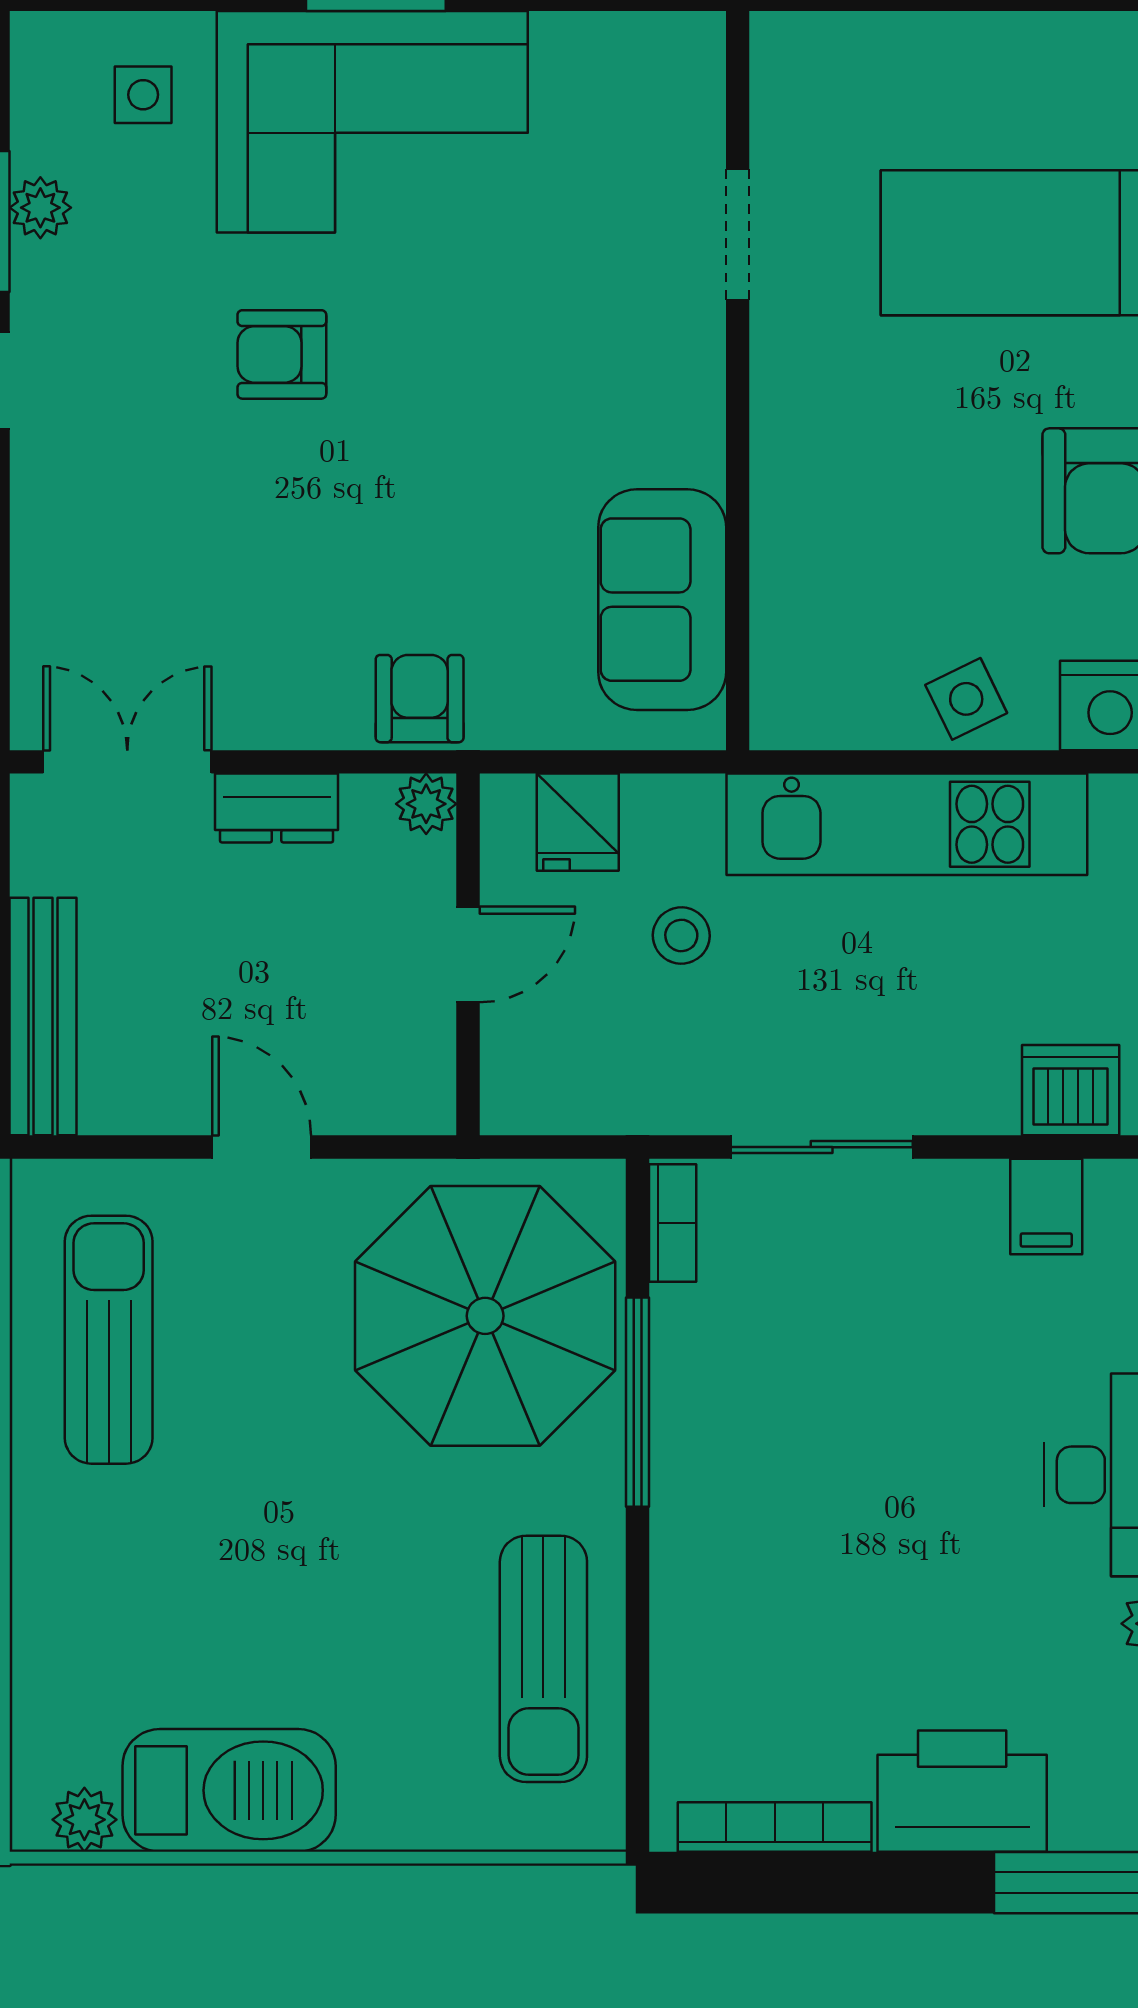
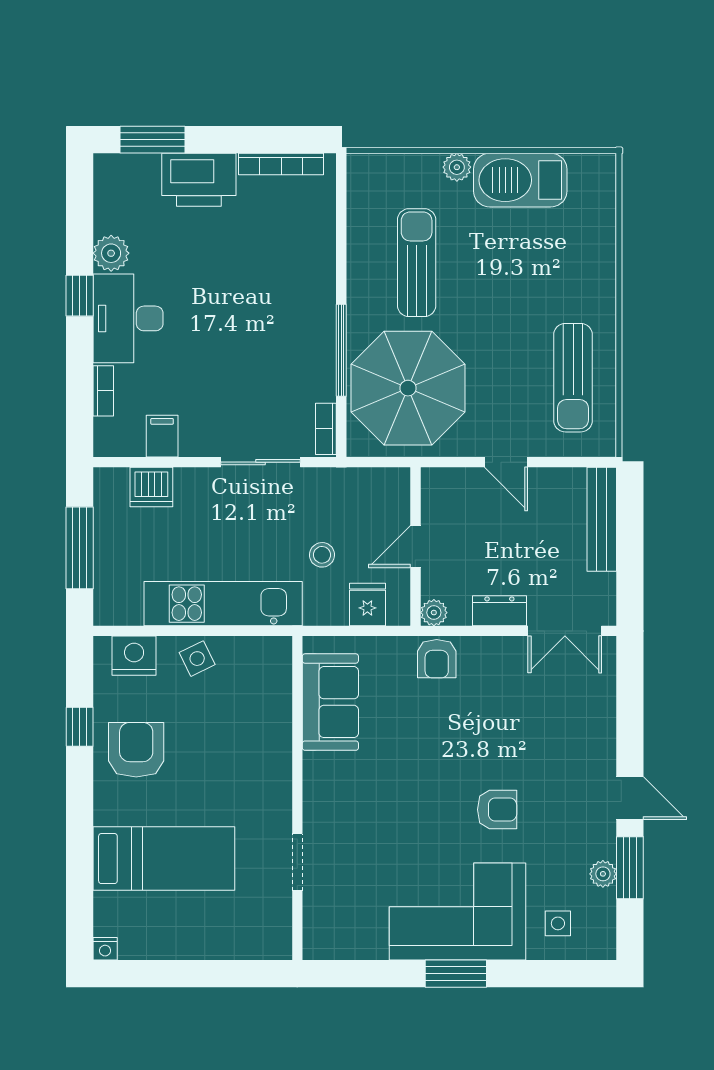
sun lounger: (543, 1659) -> (417, 263), moved
plant: (84, 1820) -> (457, 167), moved

